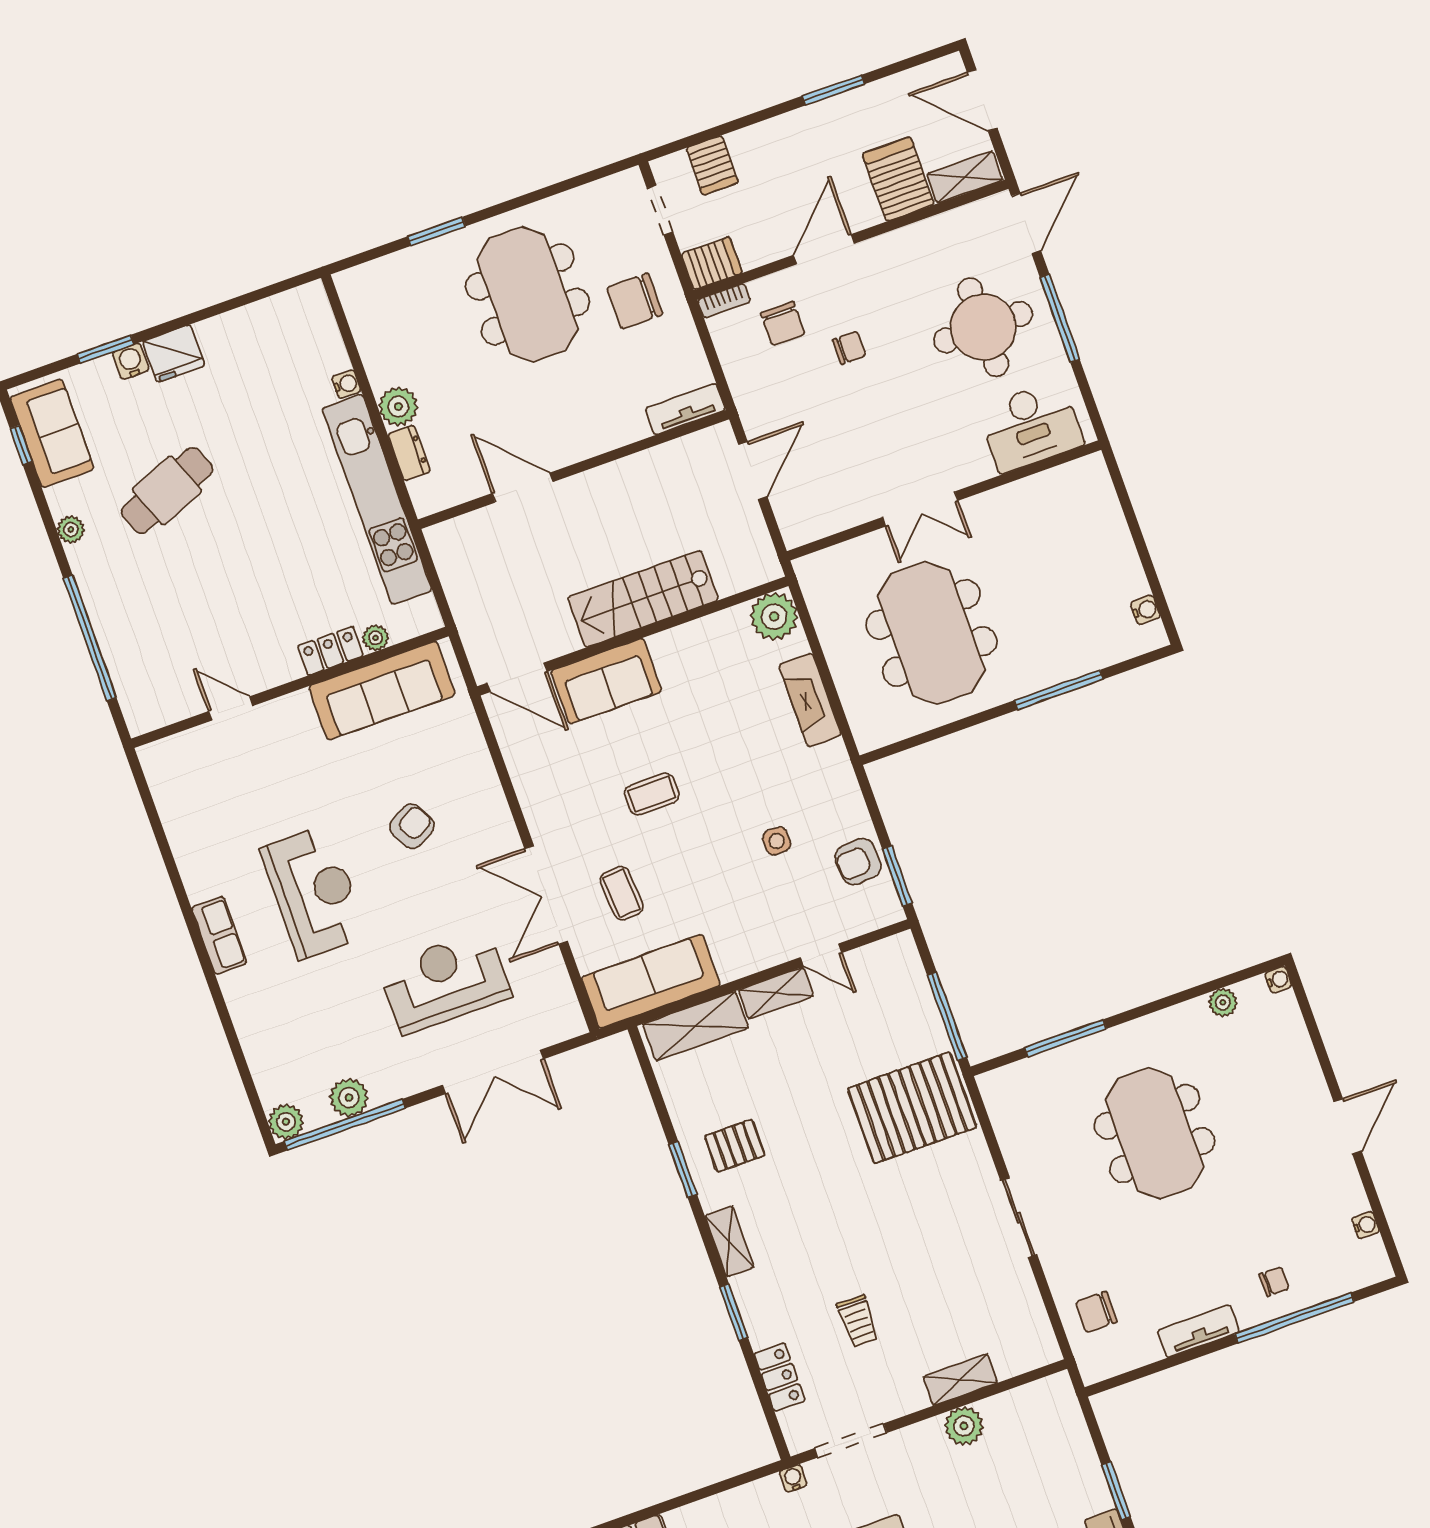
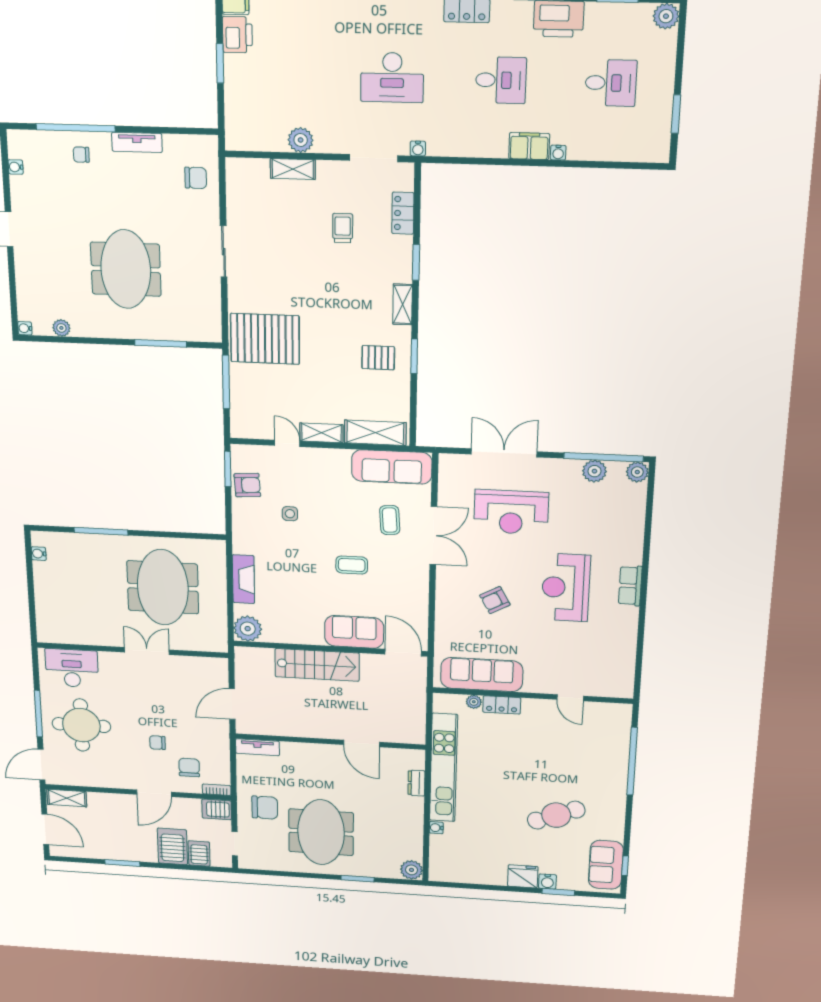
server rack: (898, 179) -> (172, 846), moved, turned 180
plant: (398, 407) -> (411, 870), moved
plant: (71, 529) -> (617, 817), removed

